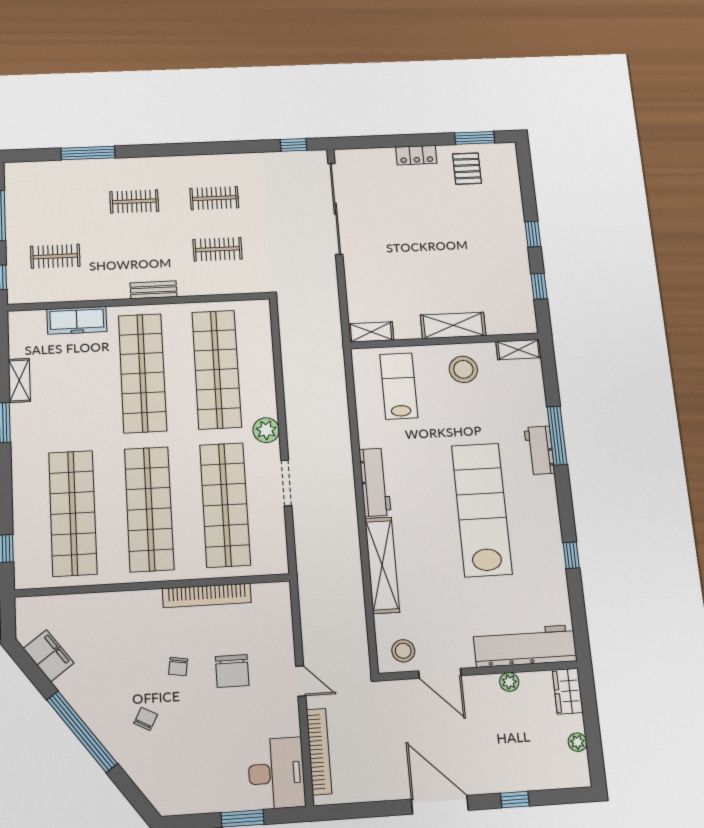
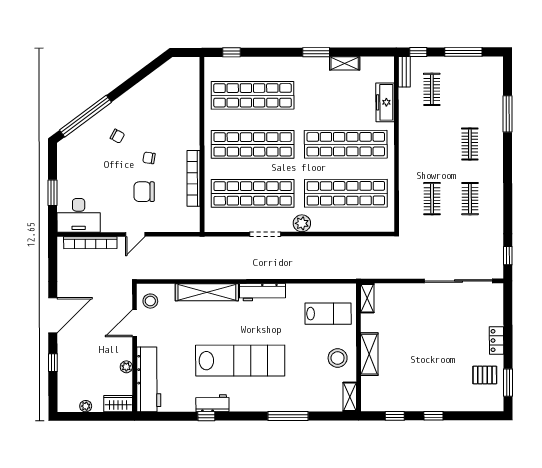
bench: (154, 290) -> (404, 72), moved
workbench: (539, 450) -> (212, 403), moved
filing cabinet: (49, 656) -> (161, 77), removed
window: (82, 732) -> (86, 116), moved

